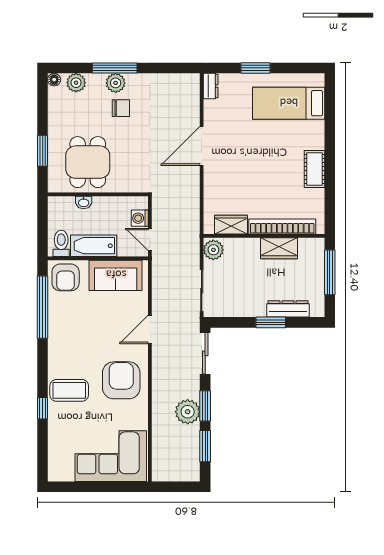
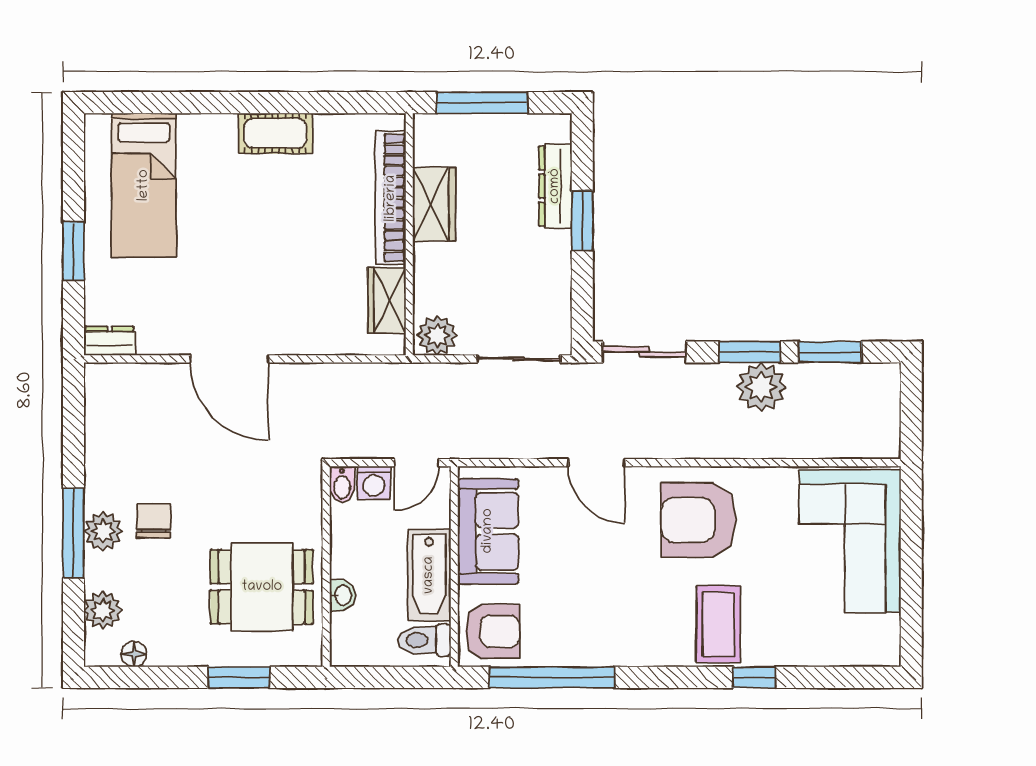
floor lamp: (54, 80) -> (134, 654), moved
bidet: (139, 202) -> (342, 484), added

